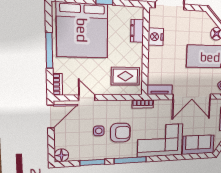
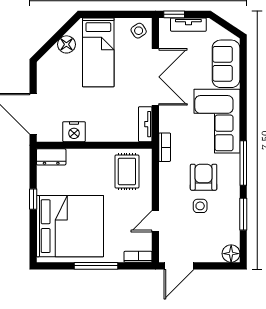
dresser: (137, 31) -> (51, 157), moved
door: (51, 116) -> (179, 266), swing flipped

